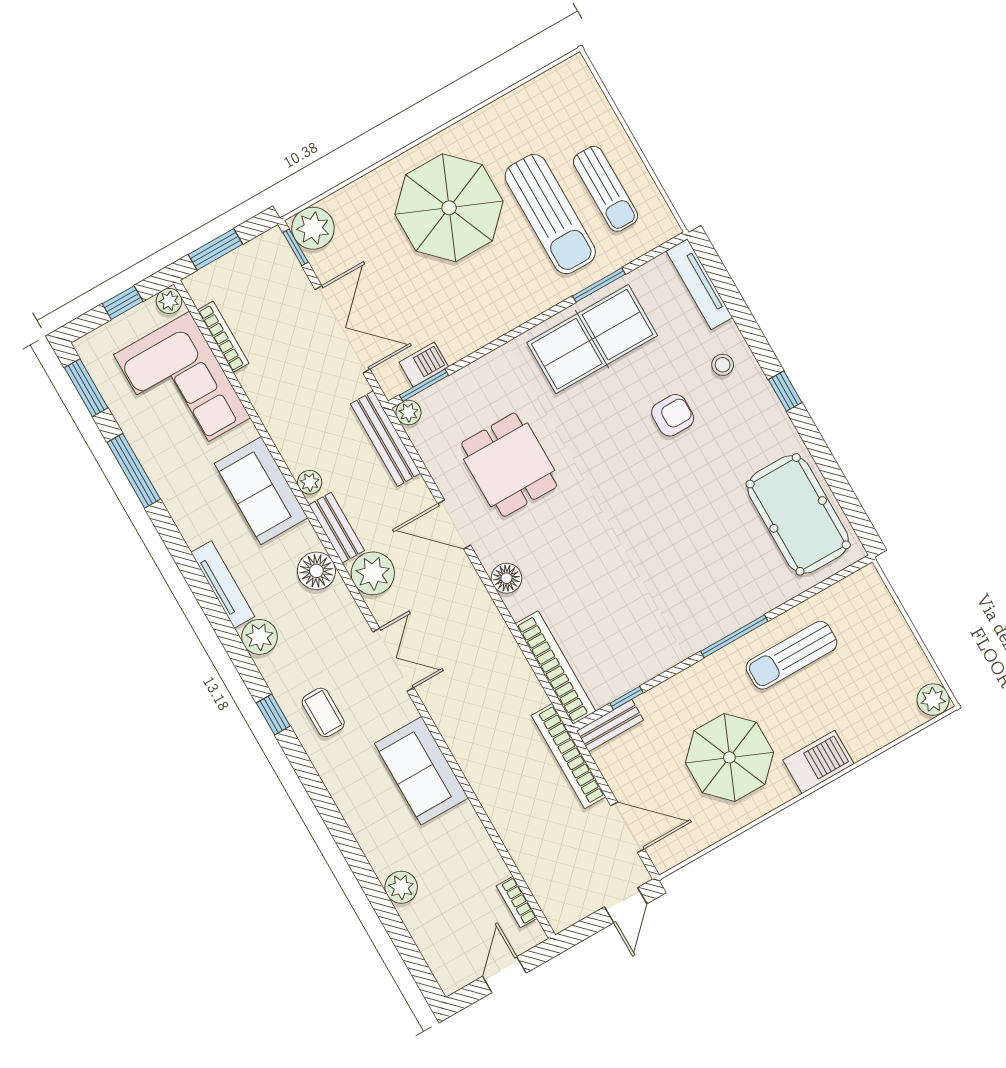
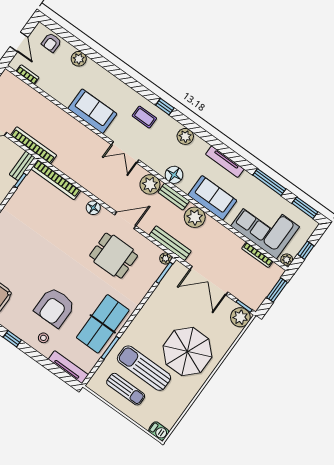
sun lounger: (606, 189) -> (126, 389), turned 180
barbecue: (424, 365) -> (159, 431), moved, turned -90
armchair: (673, 415) -> (55, 307), width x1.88, depth x1.88
plant: (310, 482) -> (195, 217), width x1.88, depth x1.88
tv unit: (223, 584) -> (225, 162), moved
armchair: (441, 944) -> (51, 43), added

